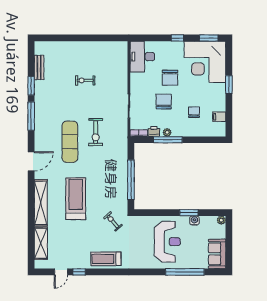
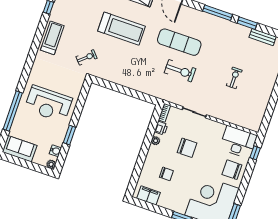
window: (177, 38) -> (255, 153), moved
chair: (170, 78) -> (232, 170), moved
filing cabinet: (219, 117) -> (149, 195), width x2.00
exercise bike: (96, 132) -> (180, 71), turned 180
window: (168, 140) -> (148, 139), removed
window: (131, 180) -> (121, 89), removed
water cooler: (194, 221) -> (55, 151), moved

